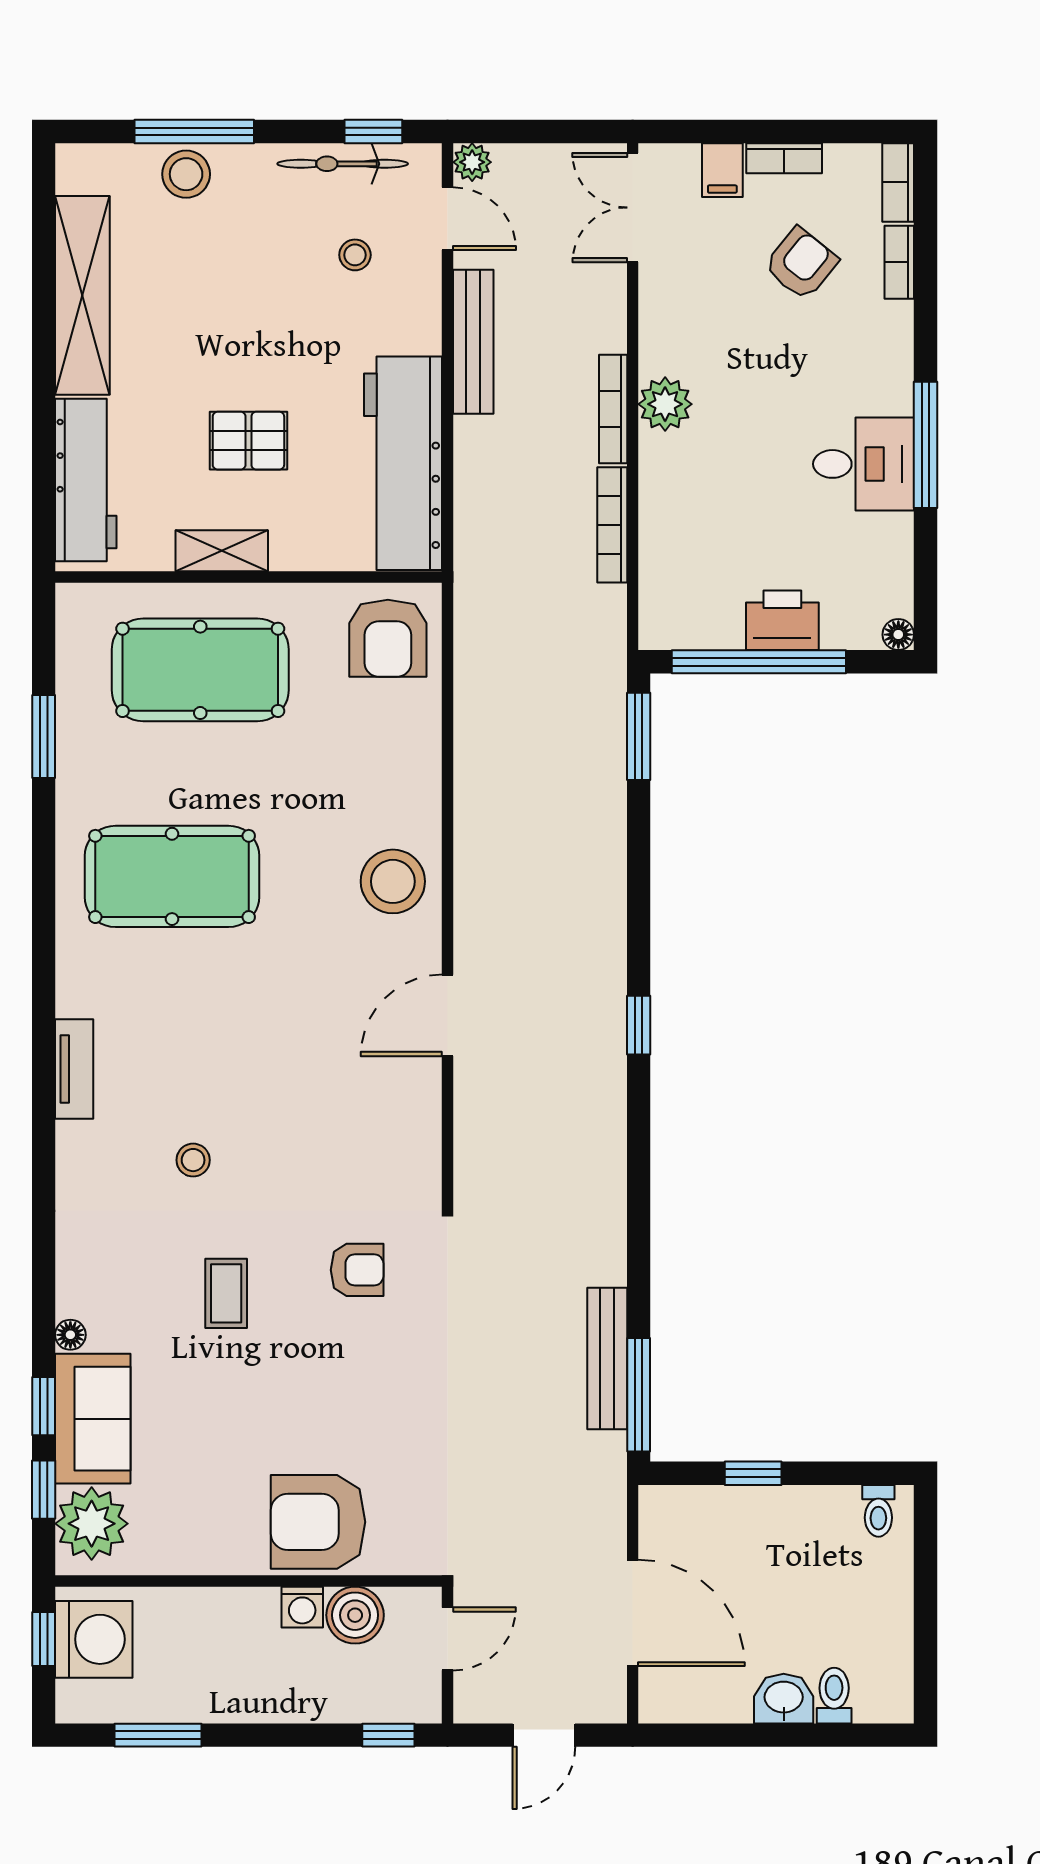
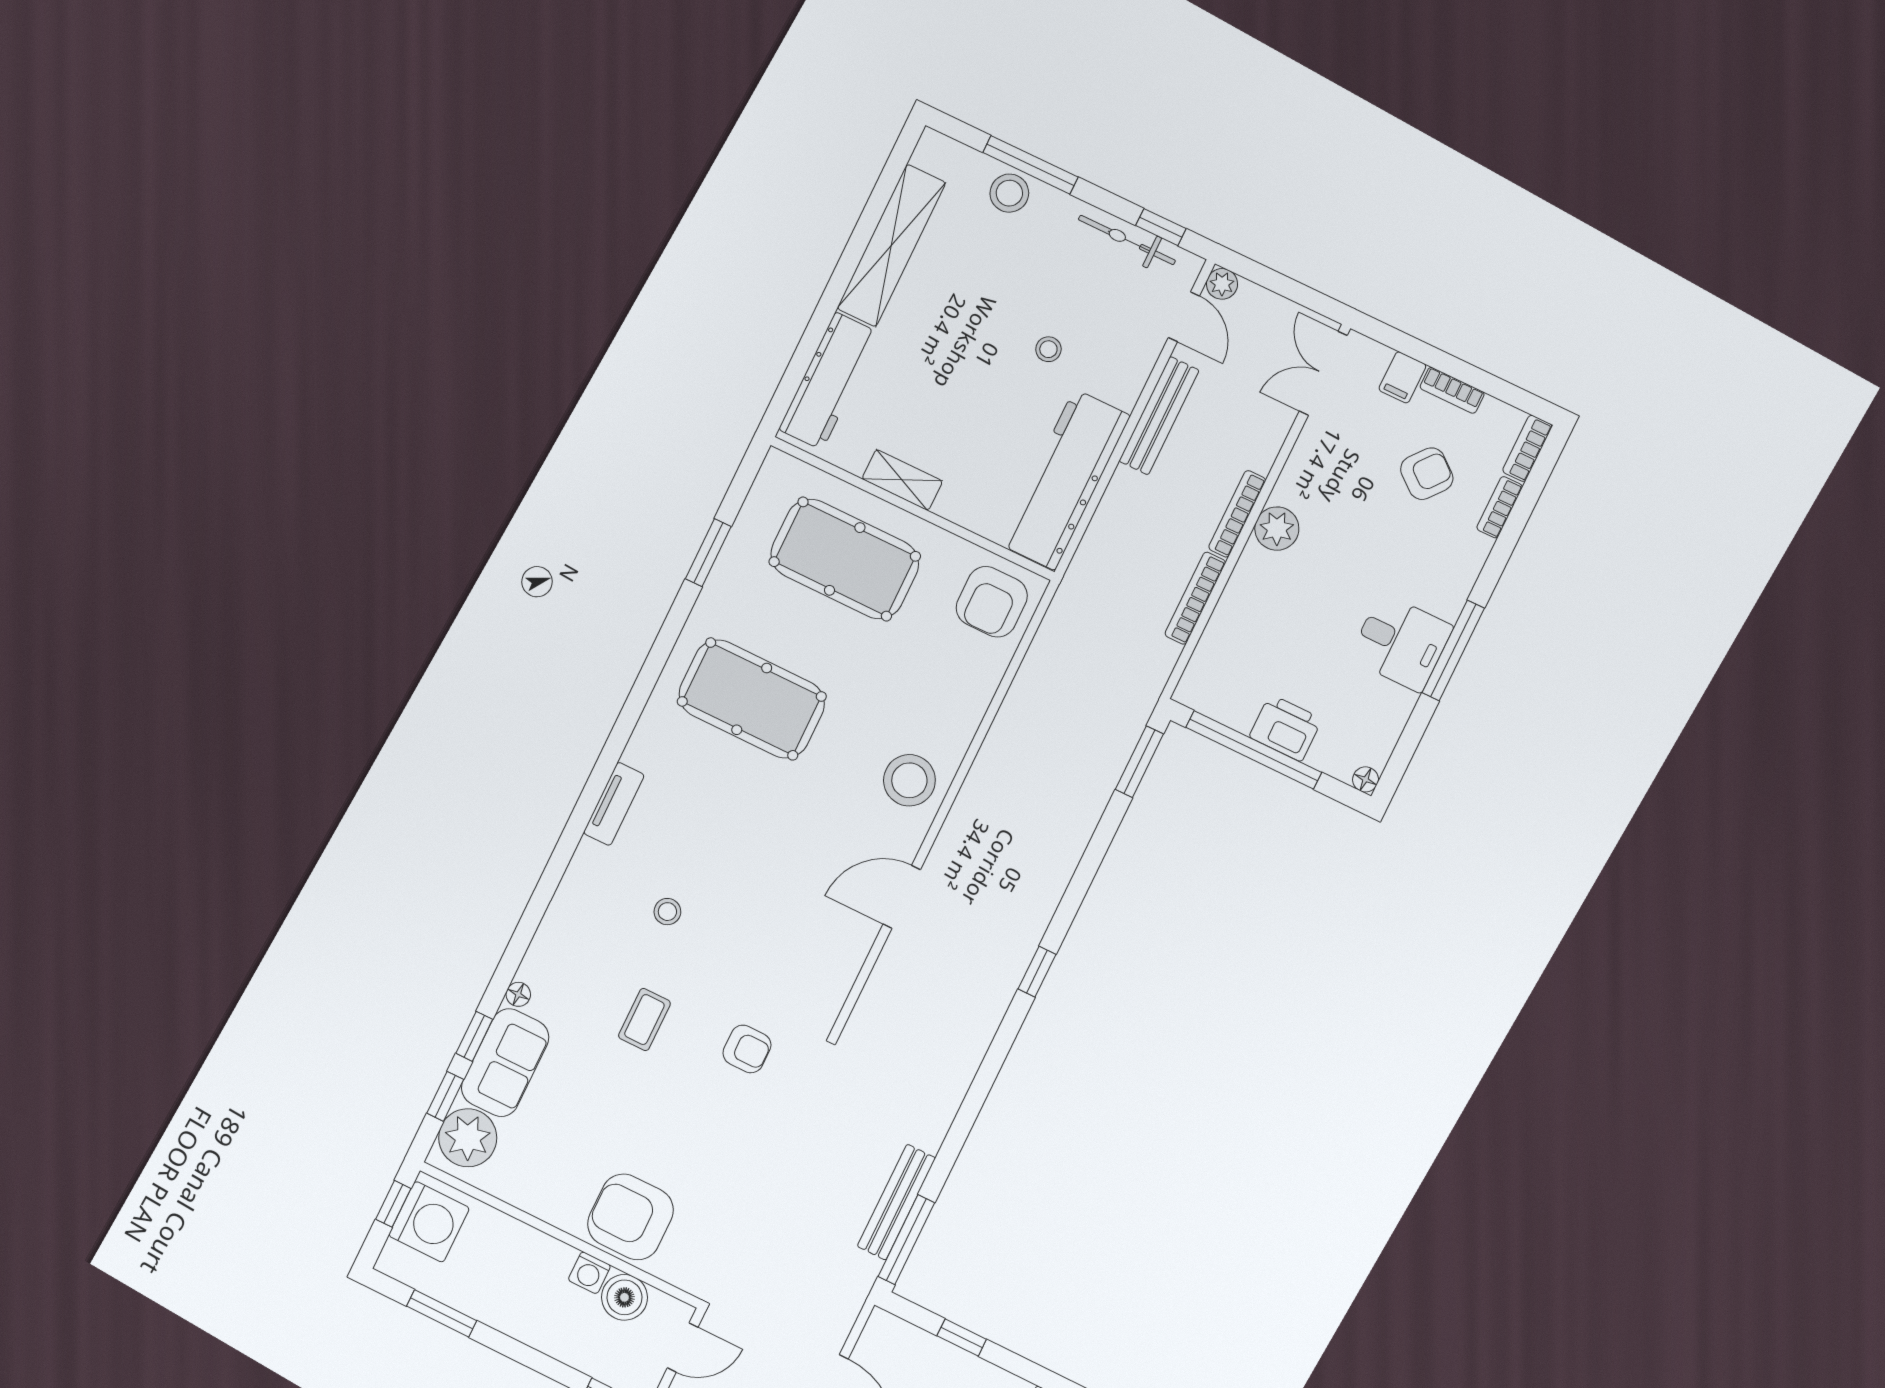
stool: (355, 255) -> (1048, 349), moved
pallet: (248, 441) -> (960, 409), removed

